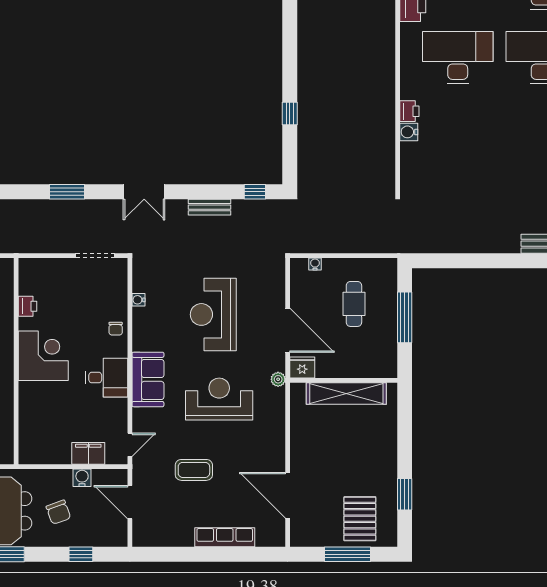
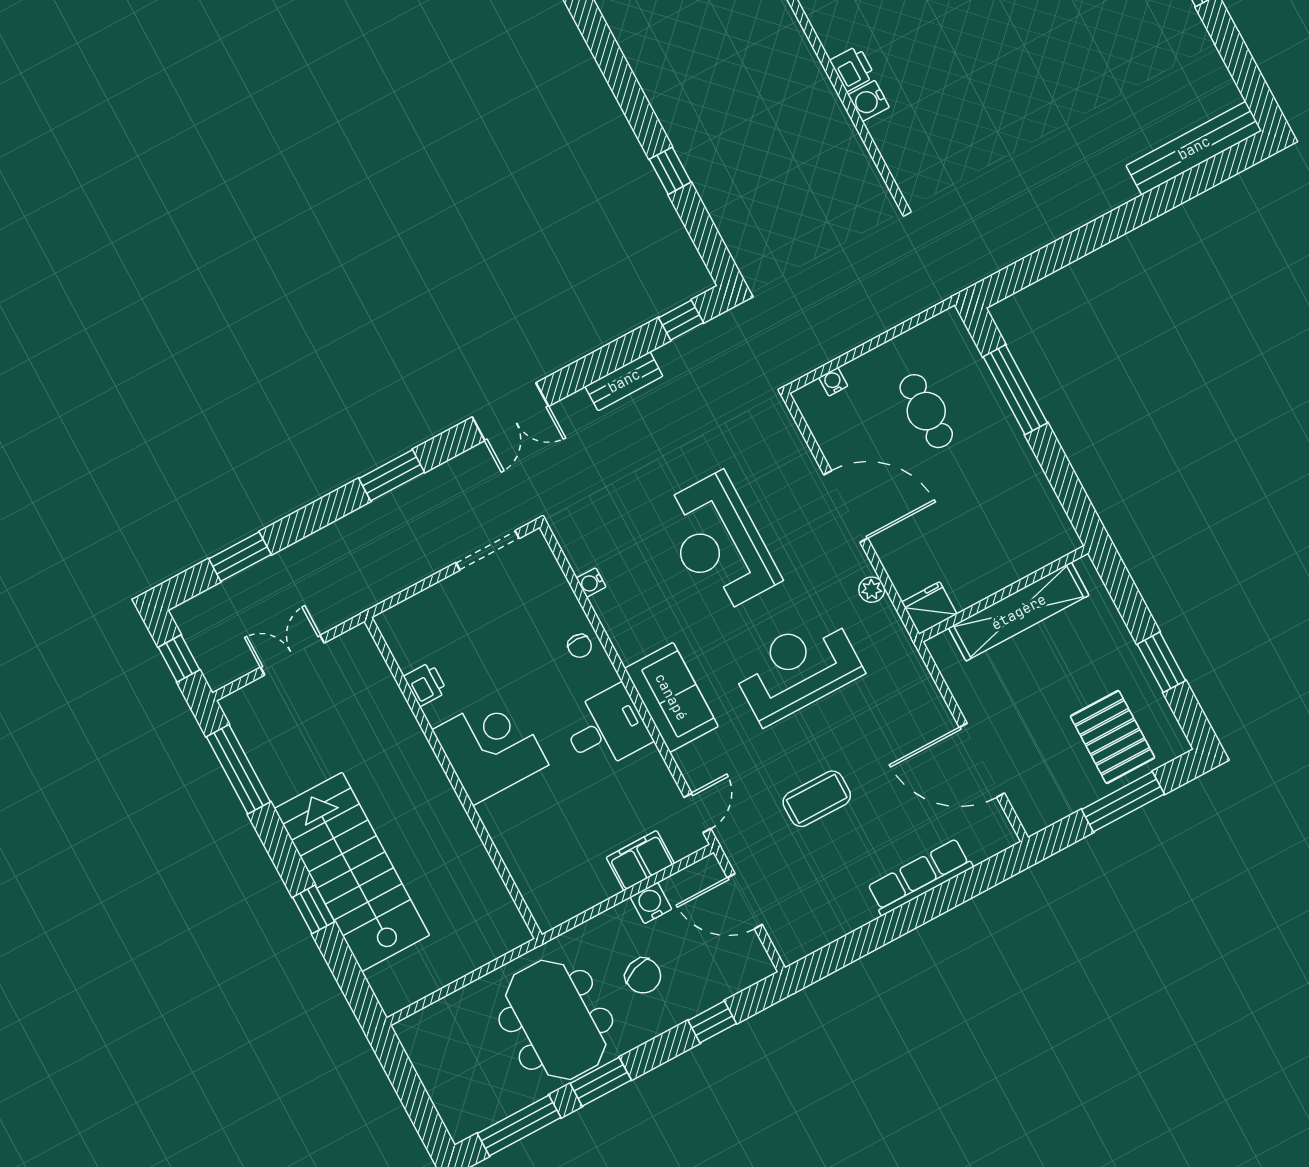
fridge: (302, 367) -> (929, 608), moved
wall: (344, 380) -> (1004, 594), moved
shelving: (346, 393) -> (1019, 612), moved

